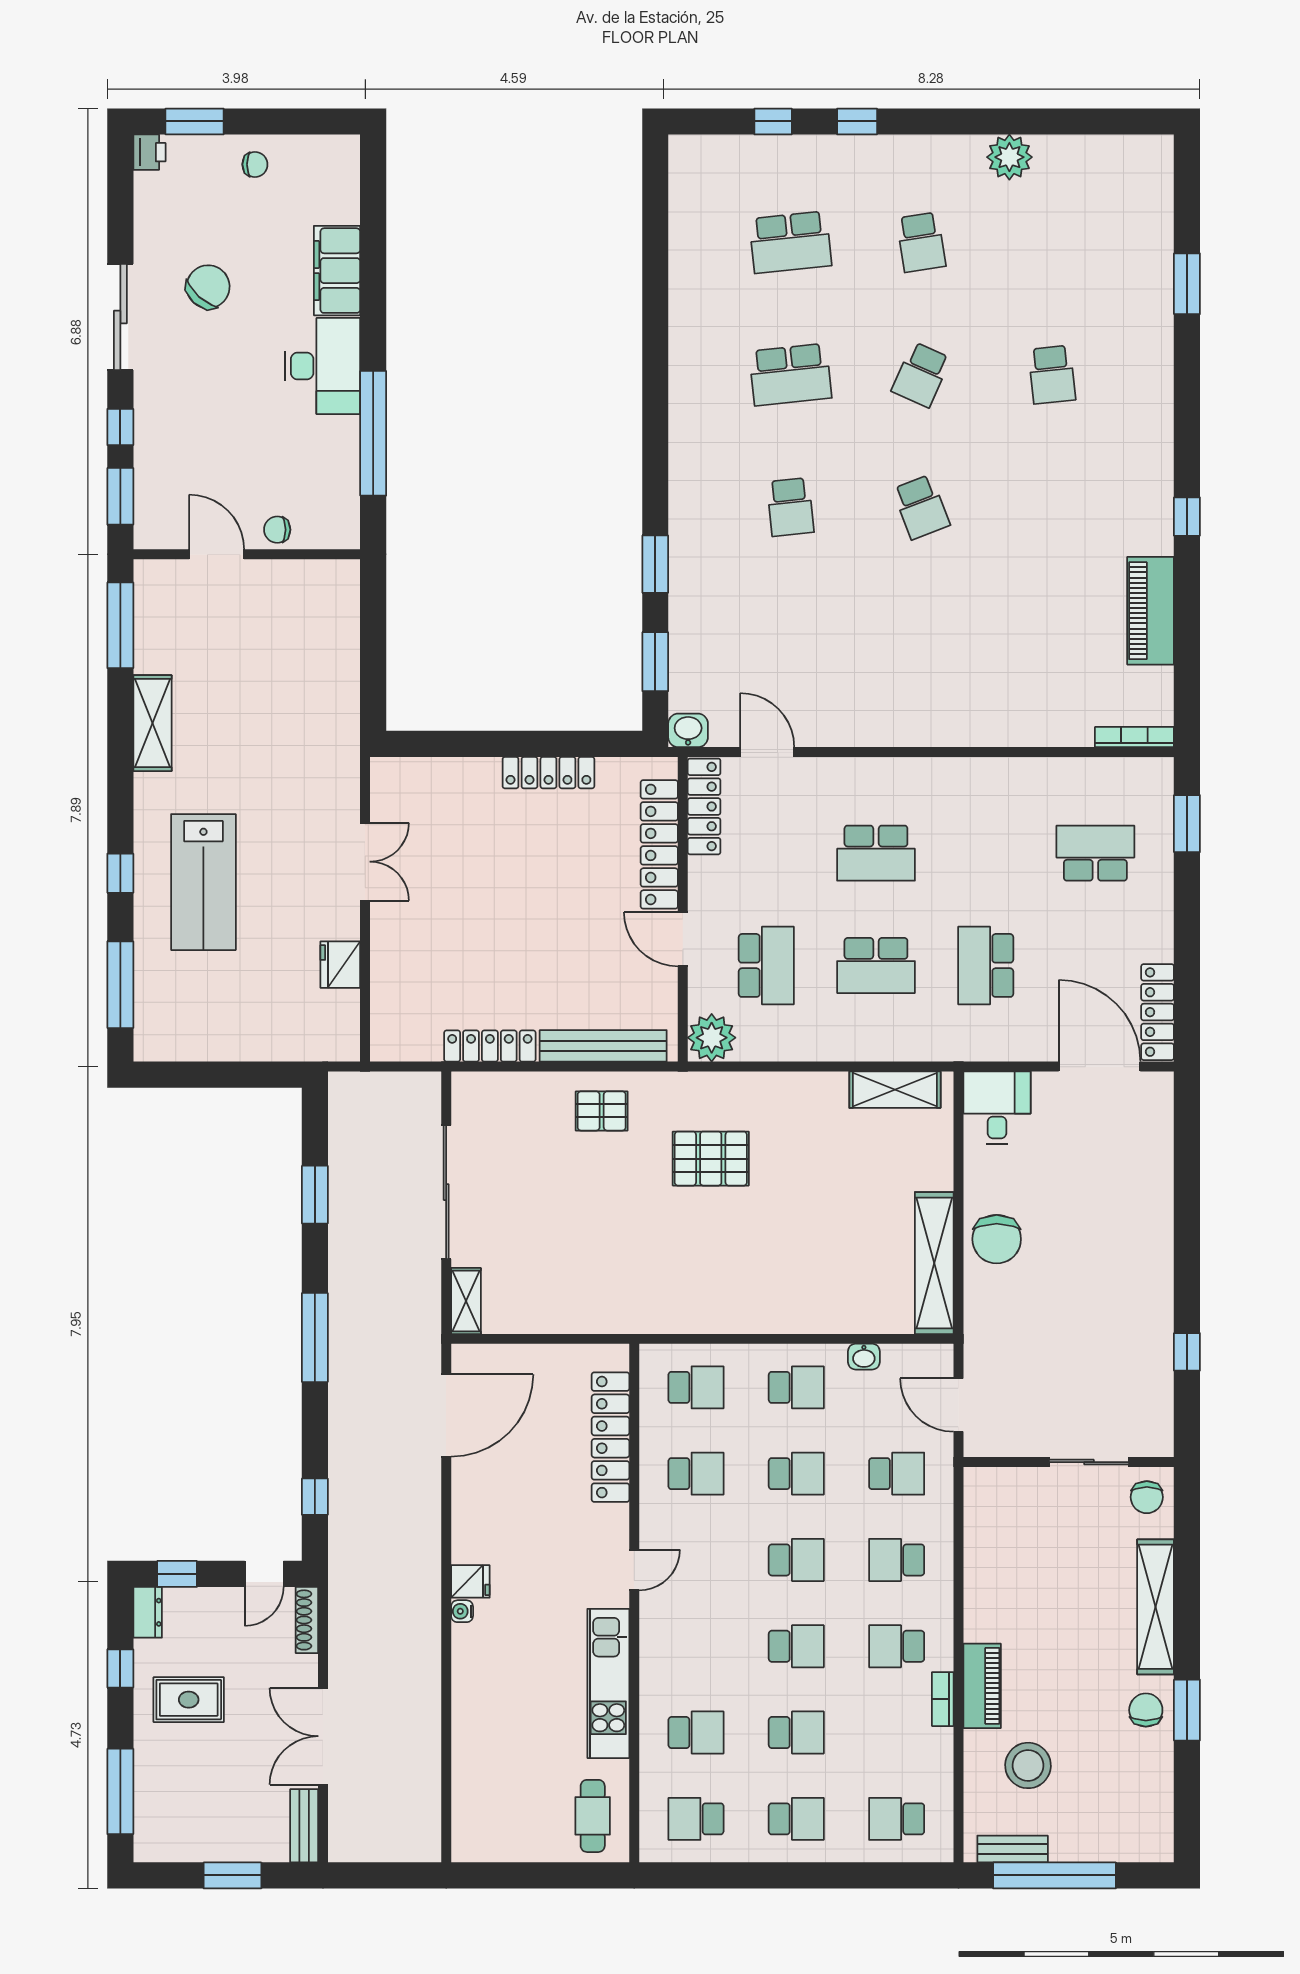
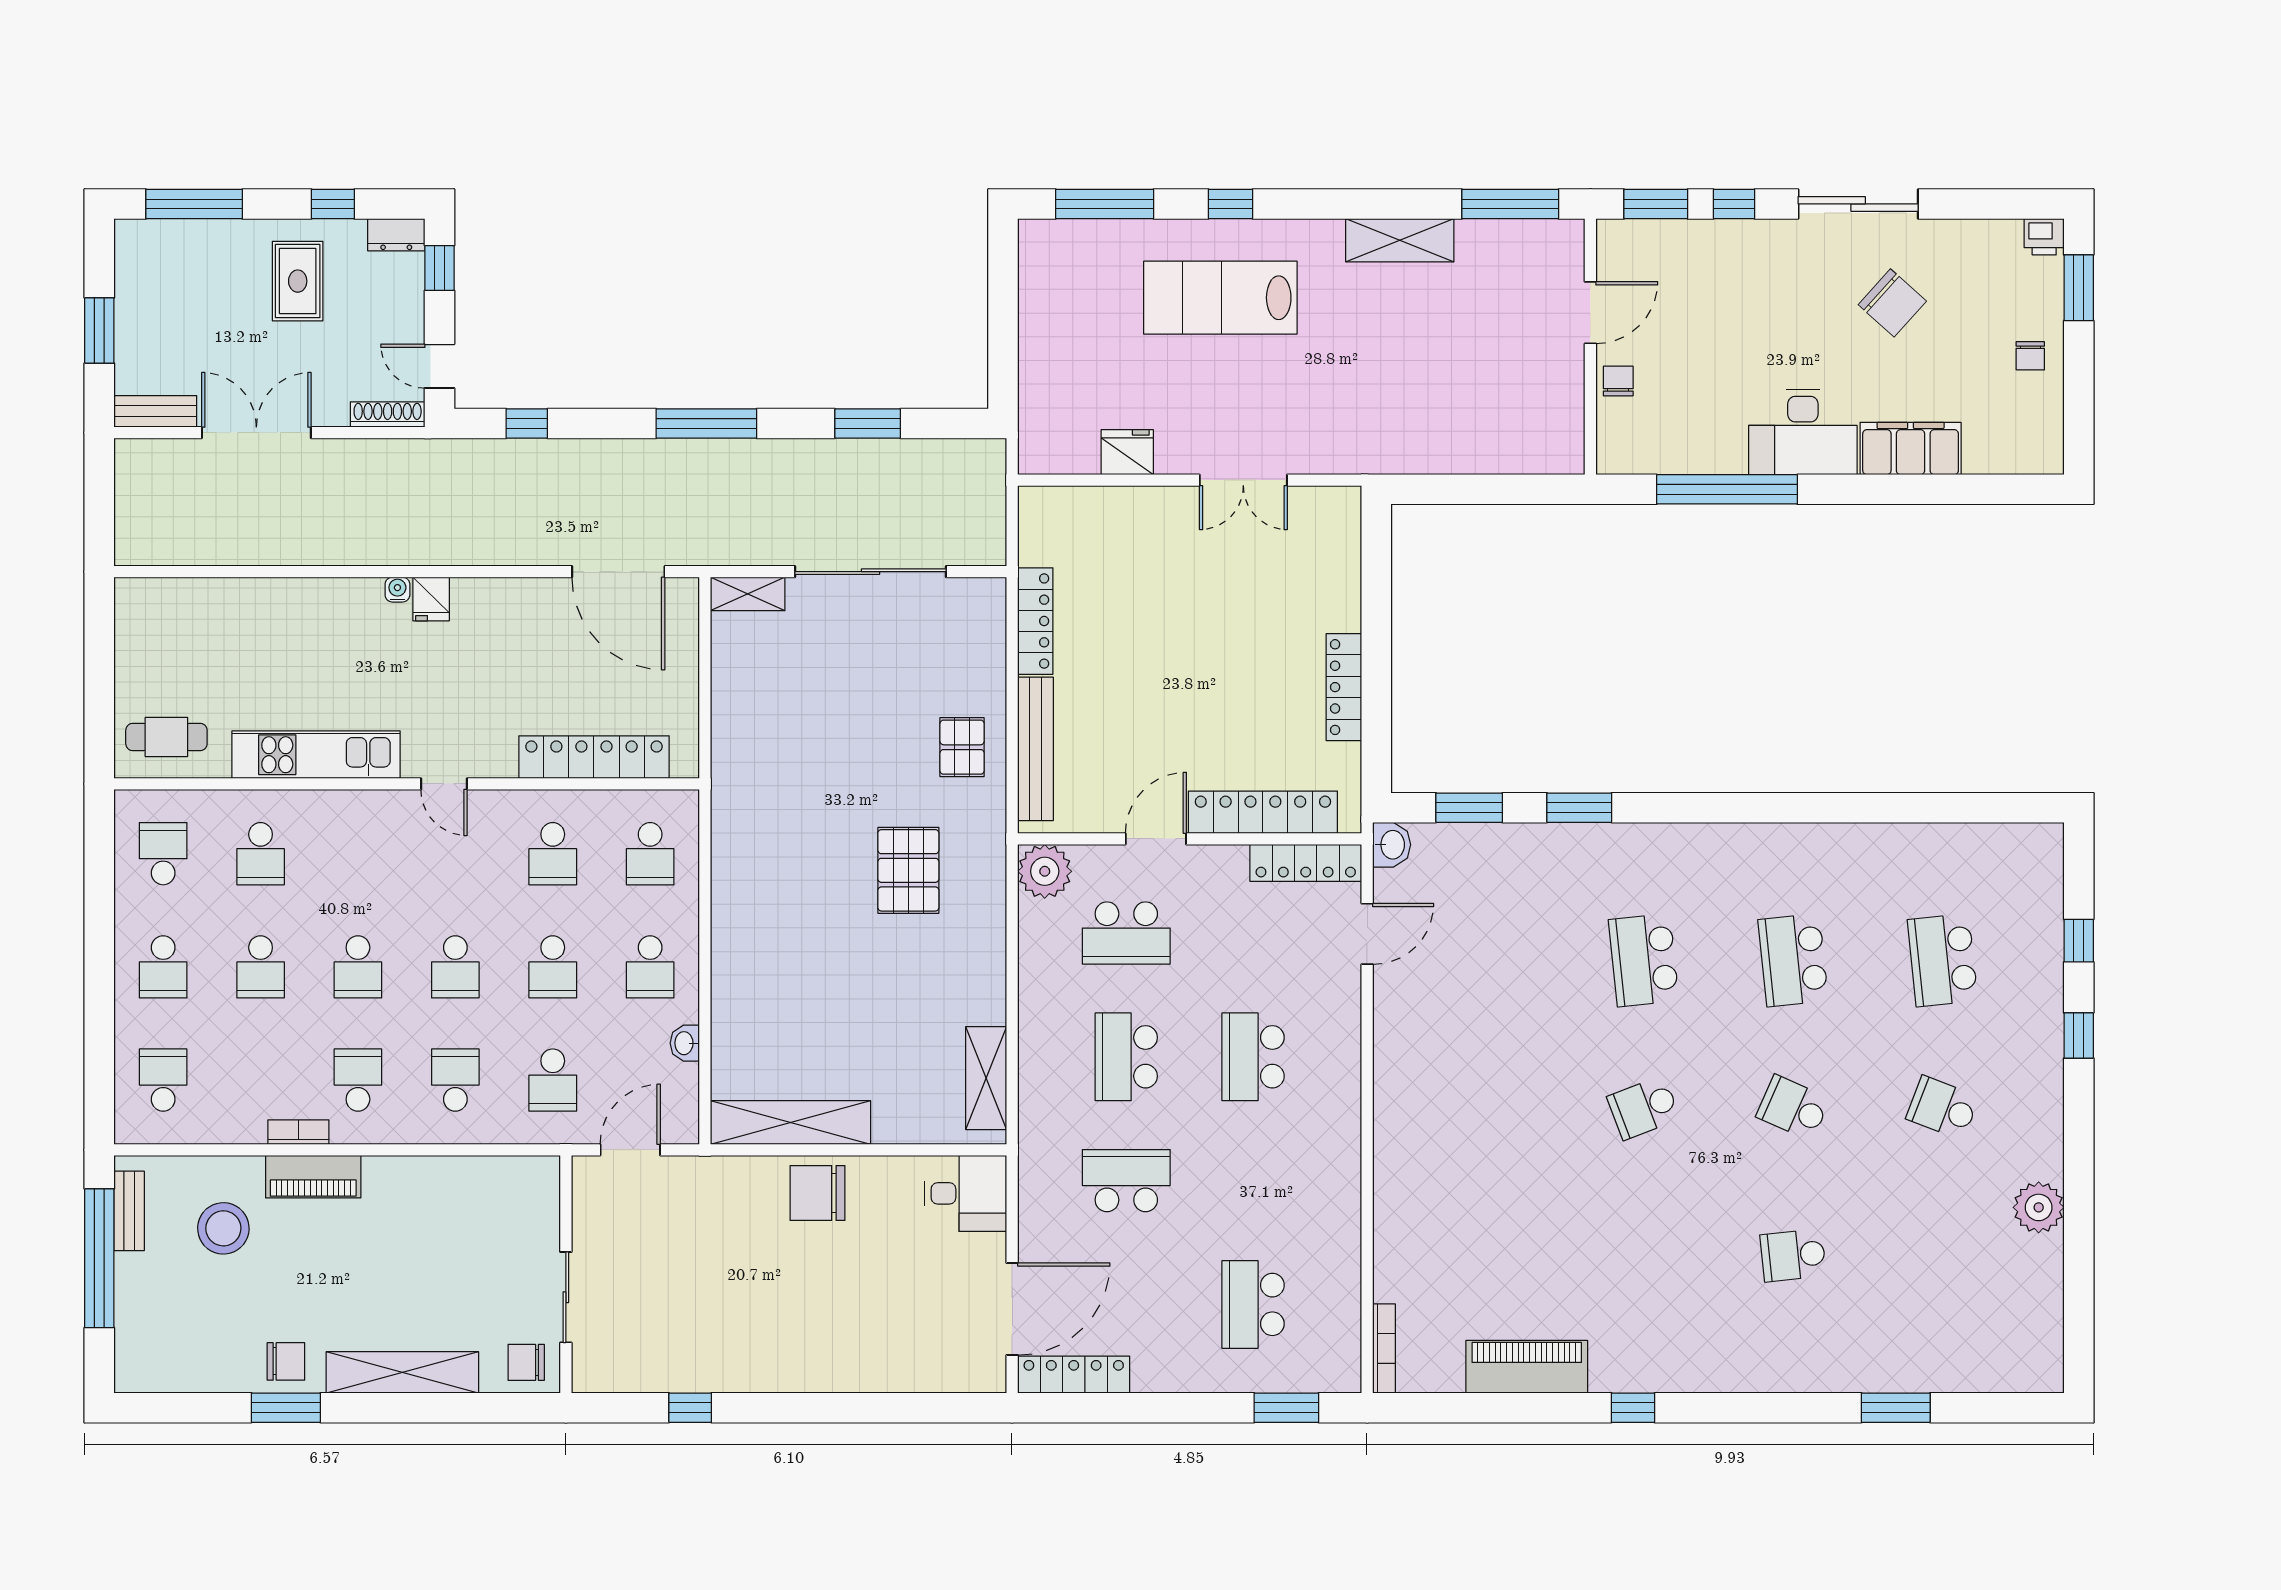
school desk: (921, 242) -> (1943, 1108), turned 30
school desk: (790, 507) -> (1644, 960), width x1.85
school desk: (1095, 853) -> (1253, 1304), turned 180

